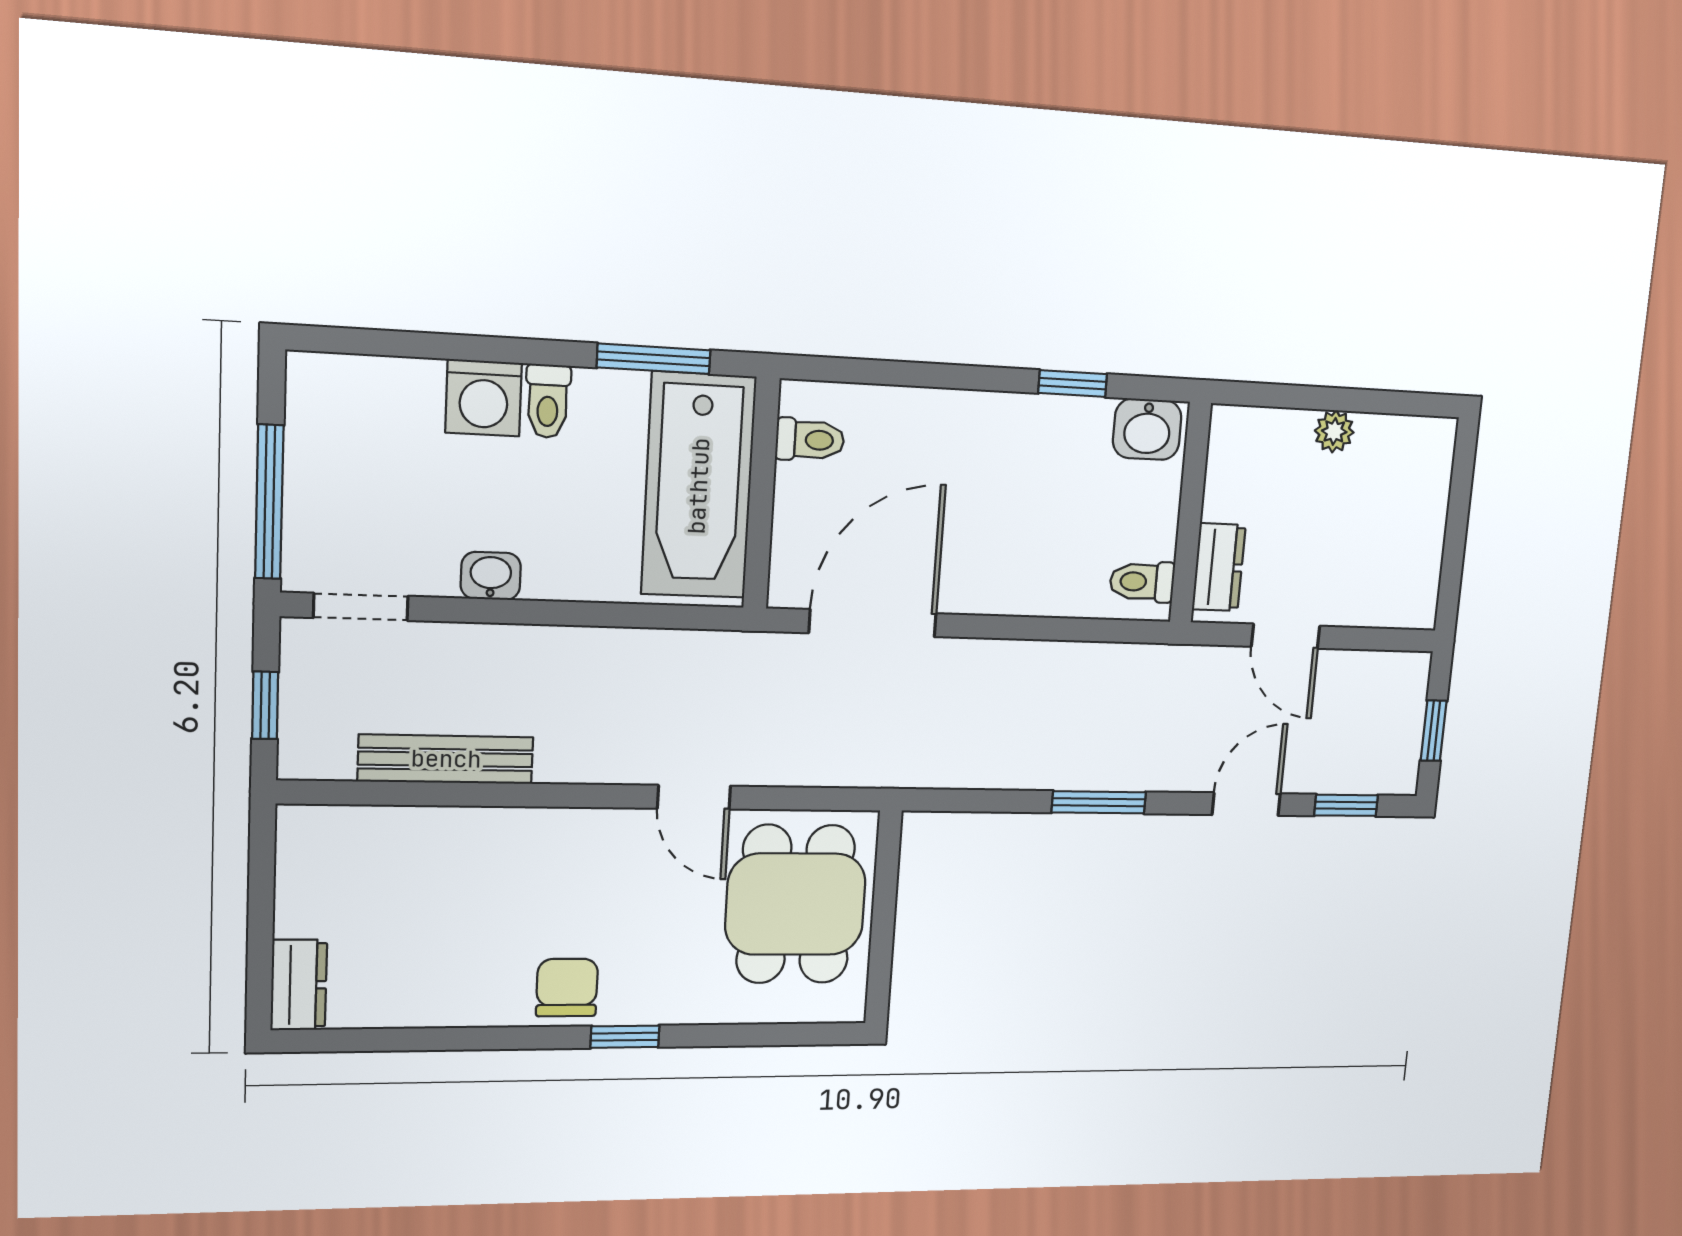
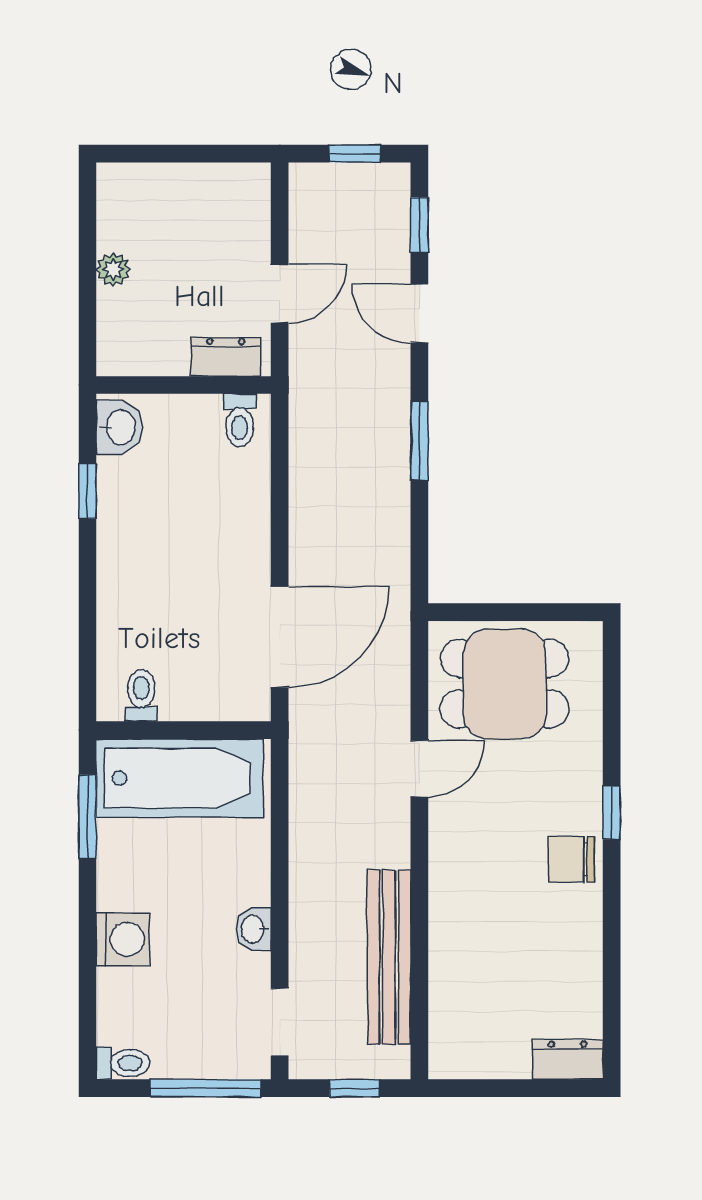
toilet: (548, 401) -> (123, 1063), moved
door: (873, 623) -> (280, 637), swing flipped
bench: (446, 759) -> (389, 957), width x1.37, depth x1.21

